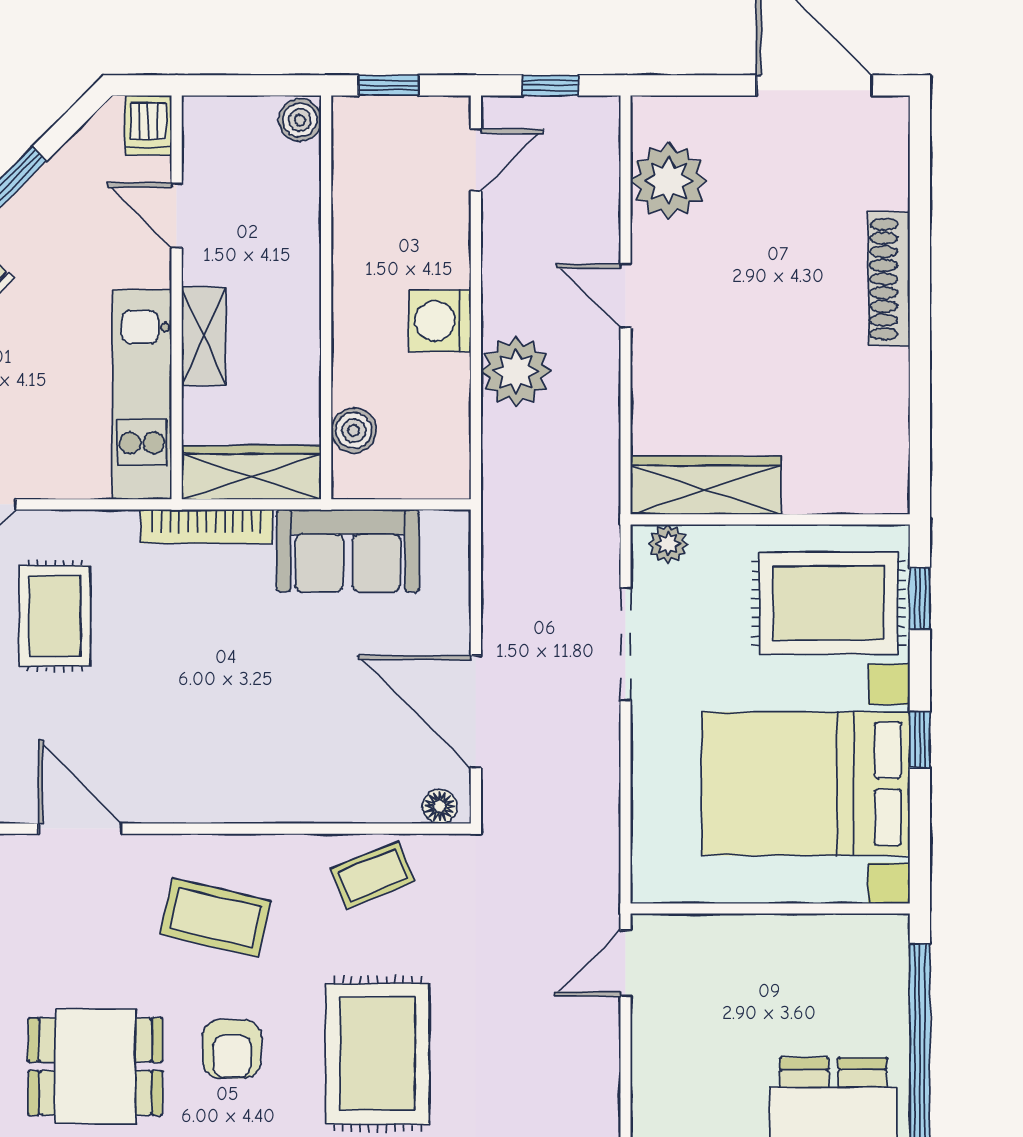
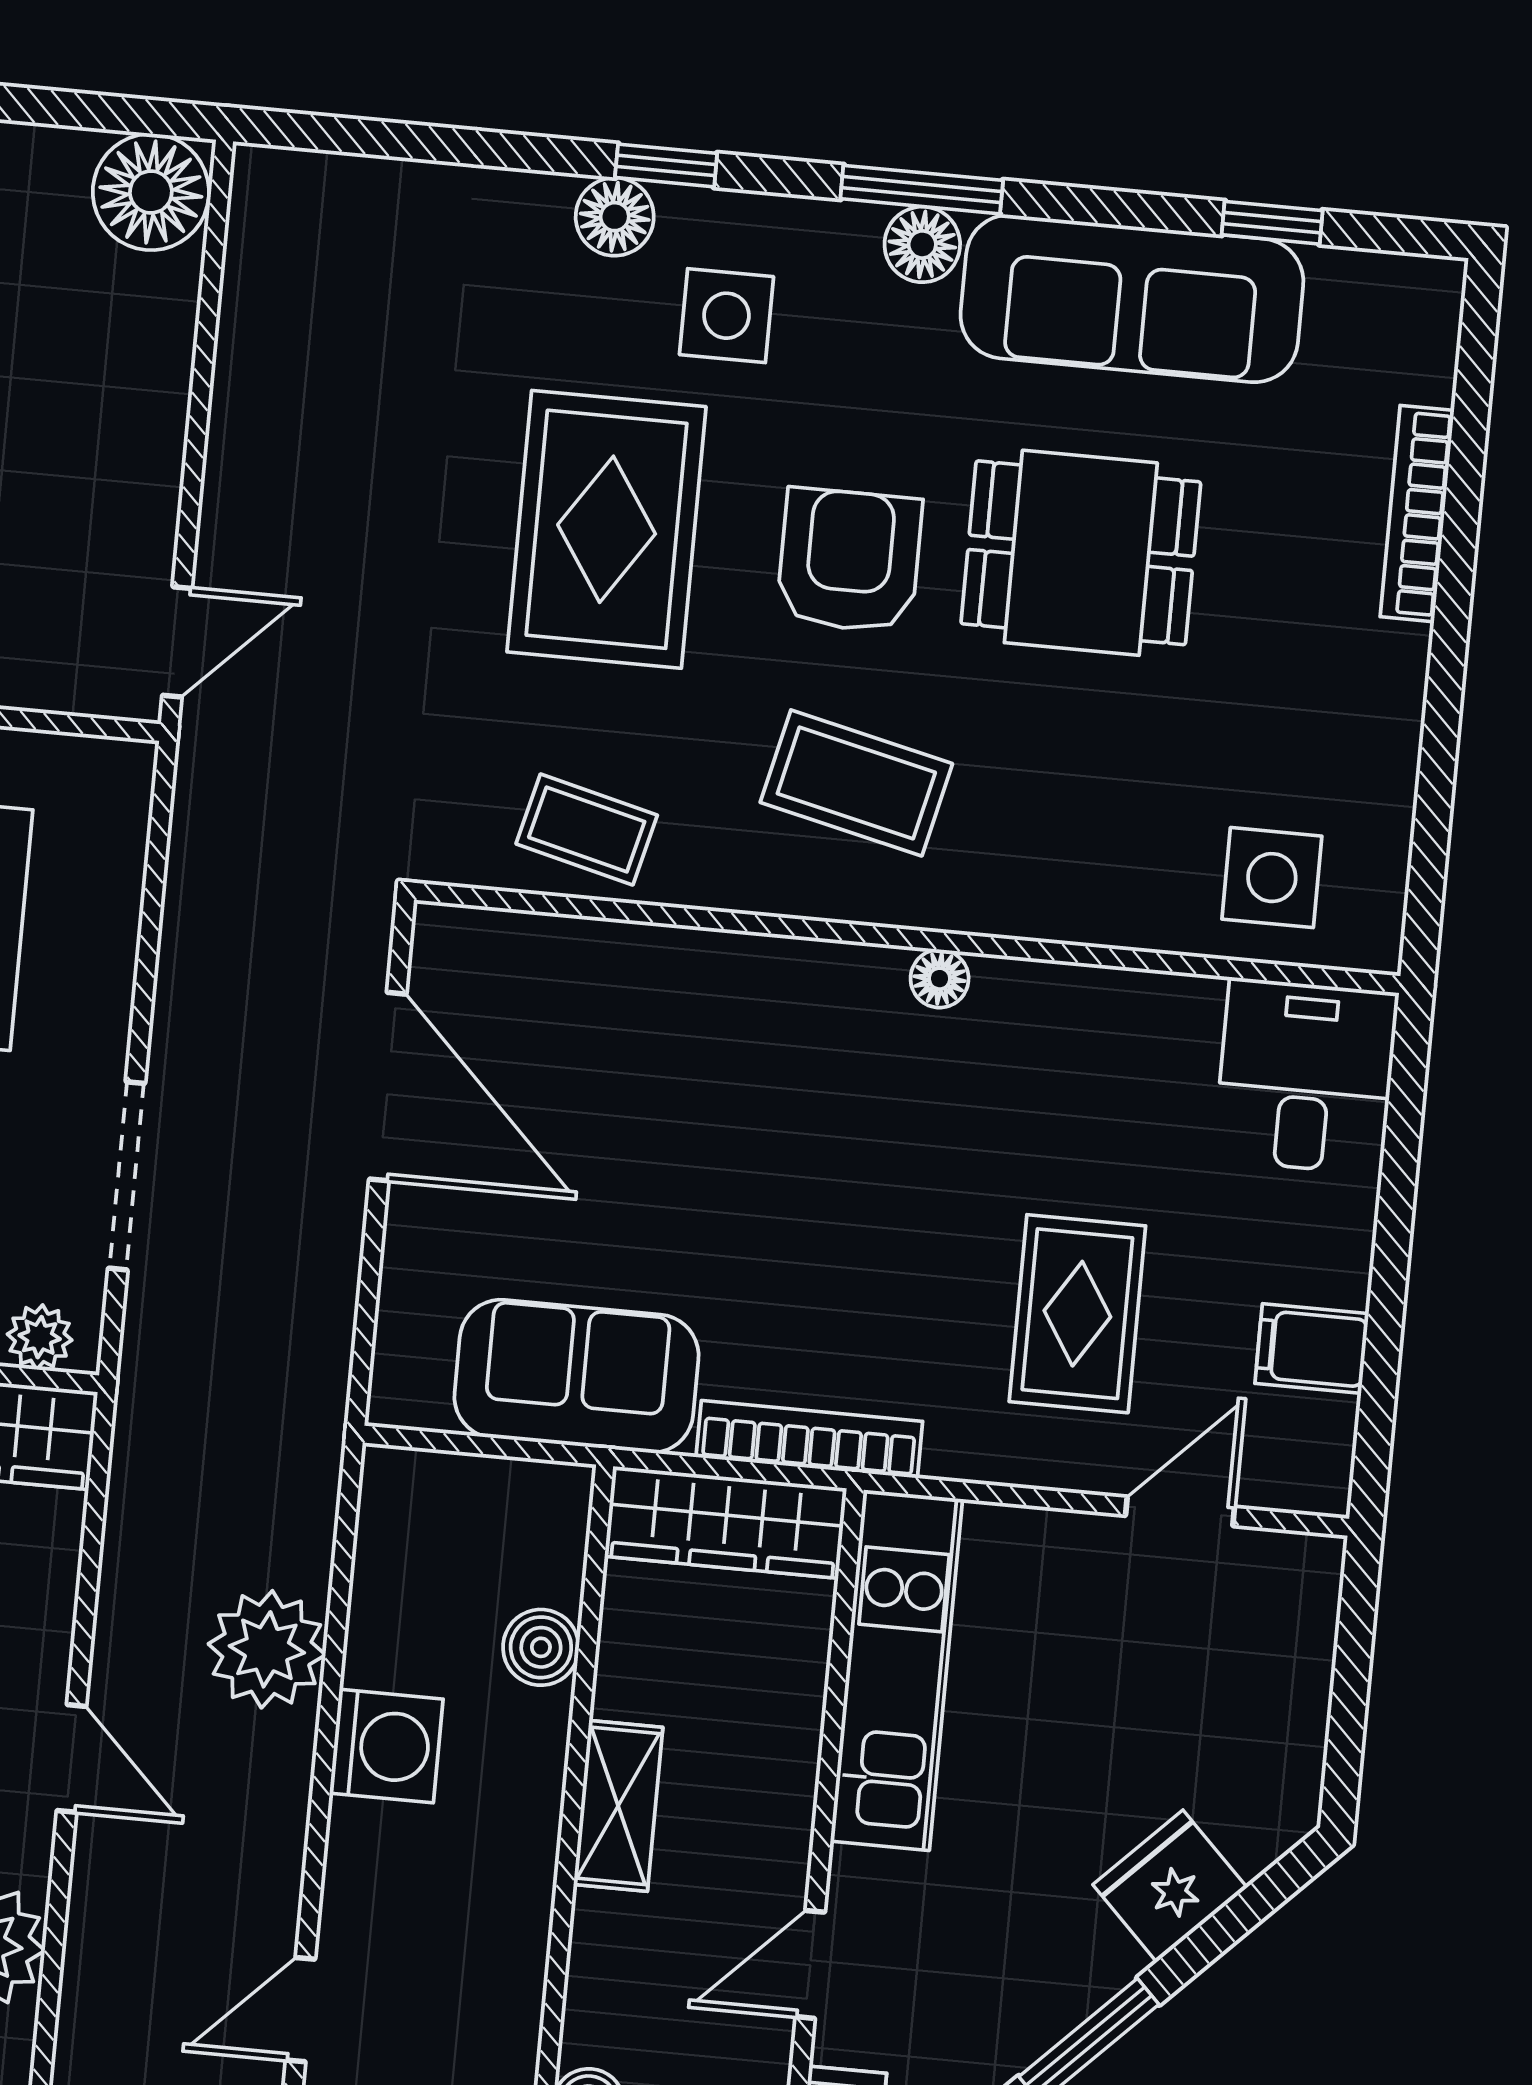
door: (177, 215) -> (810, 1964), swing flipped
shelving: (204, 336) -> (618, 1806), moved
boiler: (354, 430) -> (541, 1647), moved
floor lamp: (440, 806) -> (940, 979), moved
door: (80, 829) -> (1069, 953), removed
coffee table: (372, 875) -> (587, 829), turned 36
armchair: (232, 1049) -> (849, 560), width x1.38, depth x1.38

